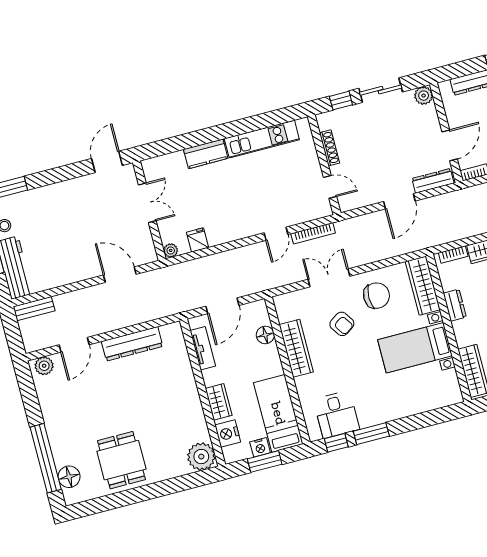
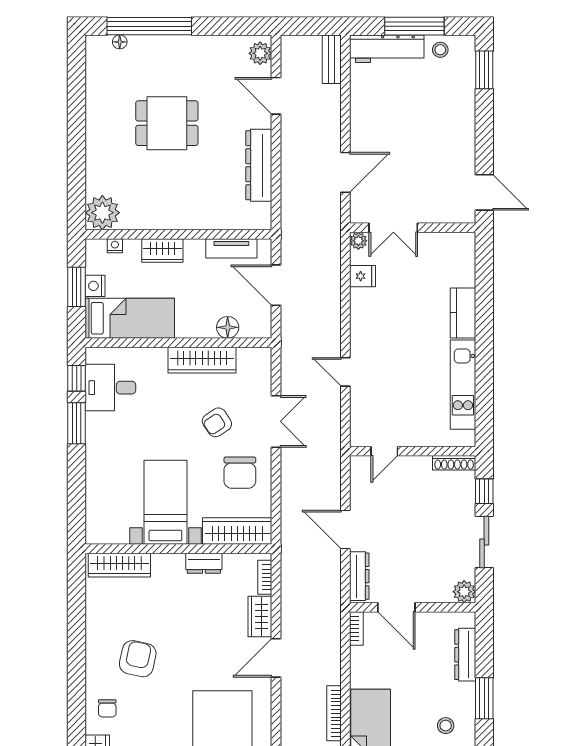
shoe rack: (329, 148) -> (454, 463), moved
double door: (147, 203) -> (393, 228), moved
bookcase: (313, 233) -> (334, 416), removed
nightstand: (228, 434) -> (115, 246), width x0.53, depth x0.56
dining table: (121, 460) -> (167, 123), moved
floor lamp: (69, 477) -> (120, 42), width x0.53, depth x0.53

